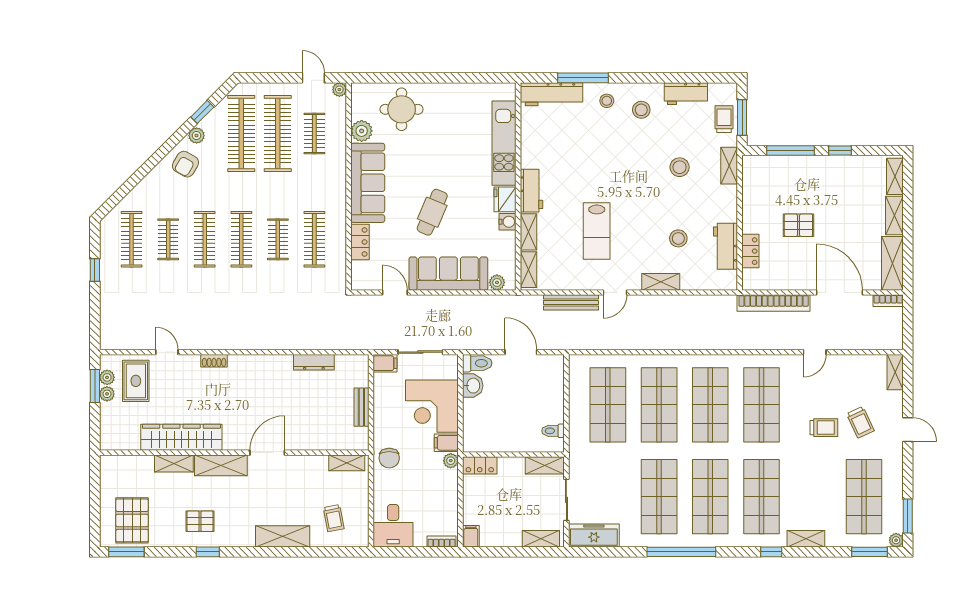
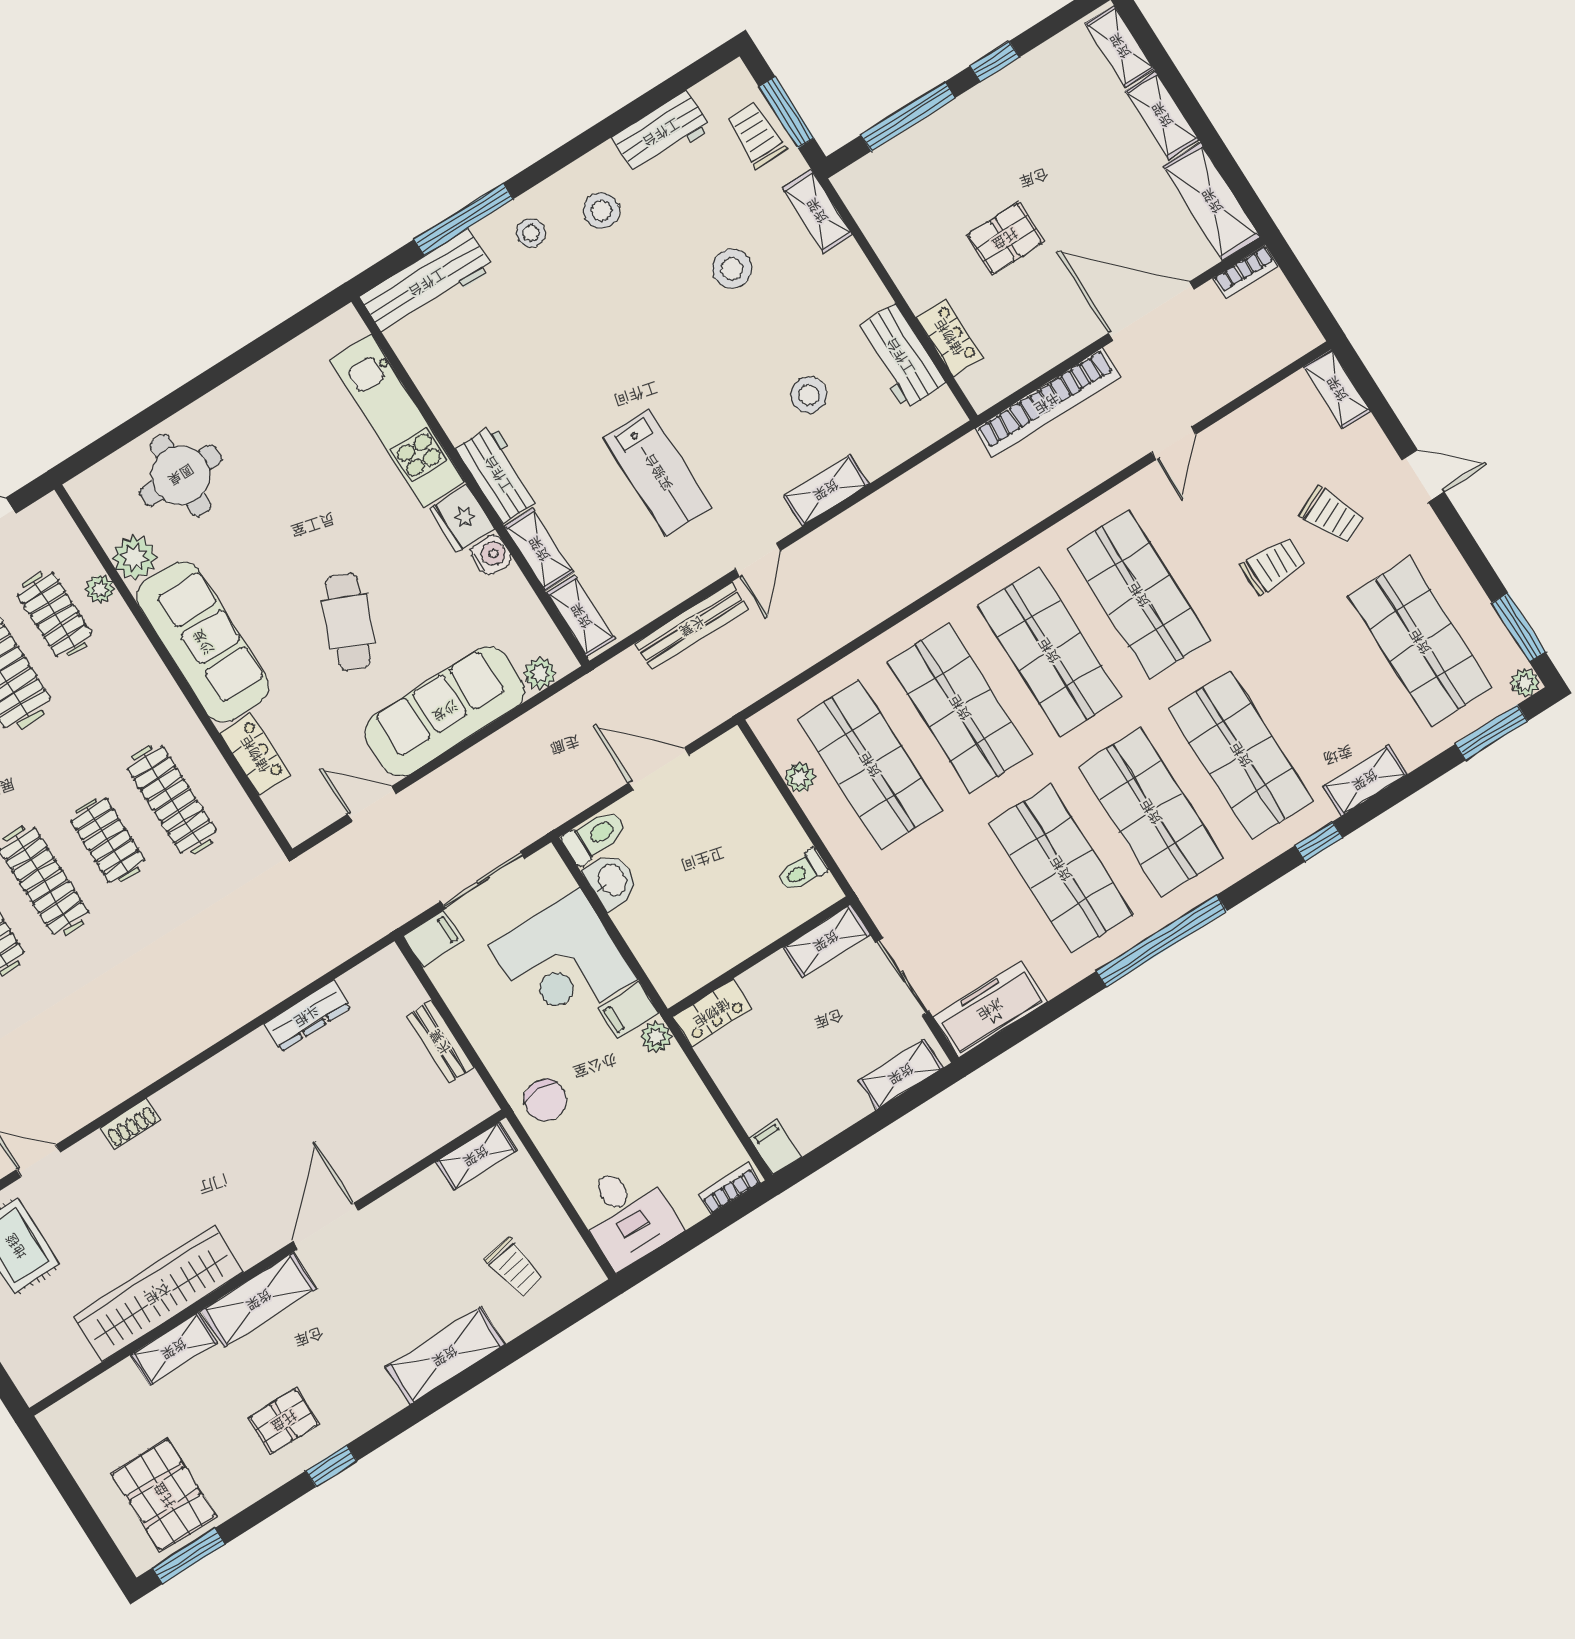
plant: (339, 90) -> (100, 589), moved
plant: (576, 392) -> (800, 777), added

